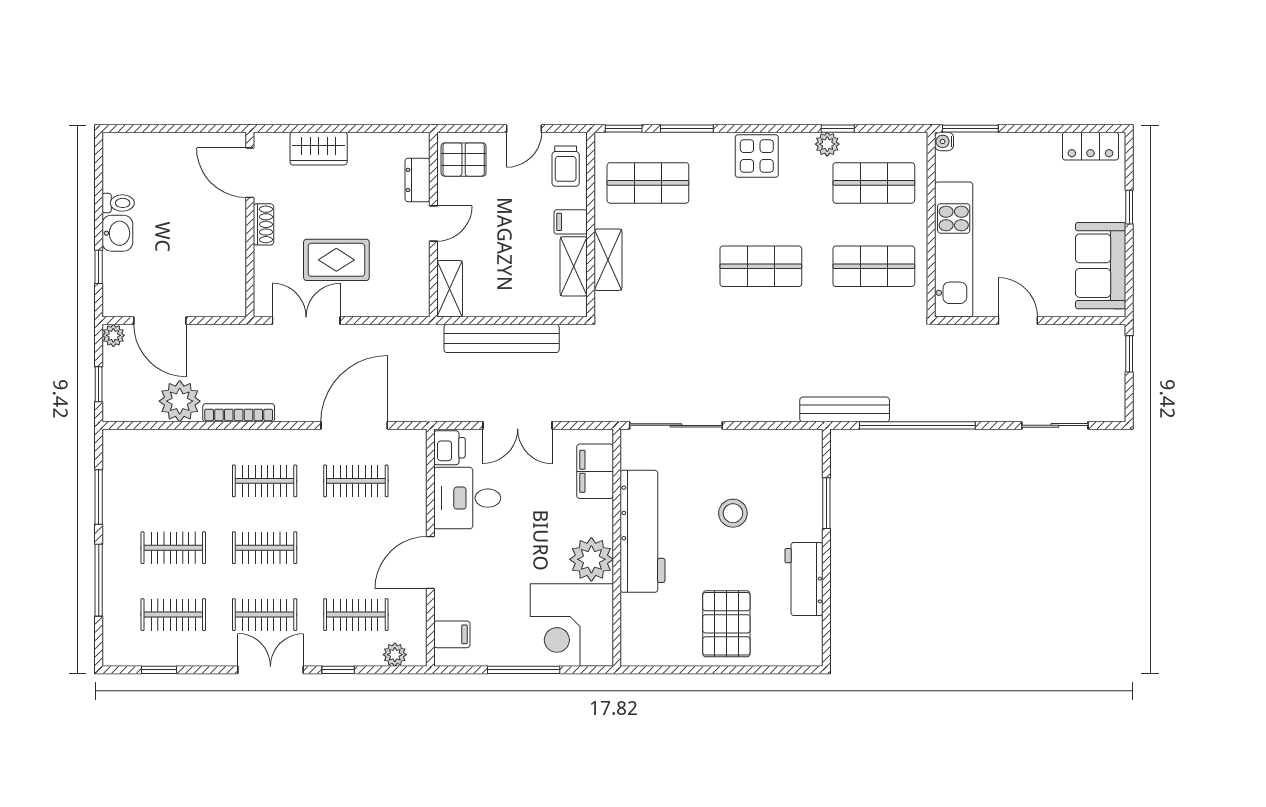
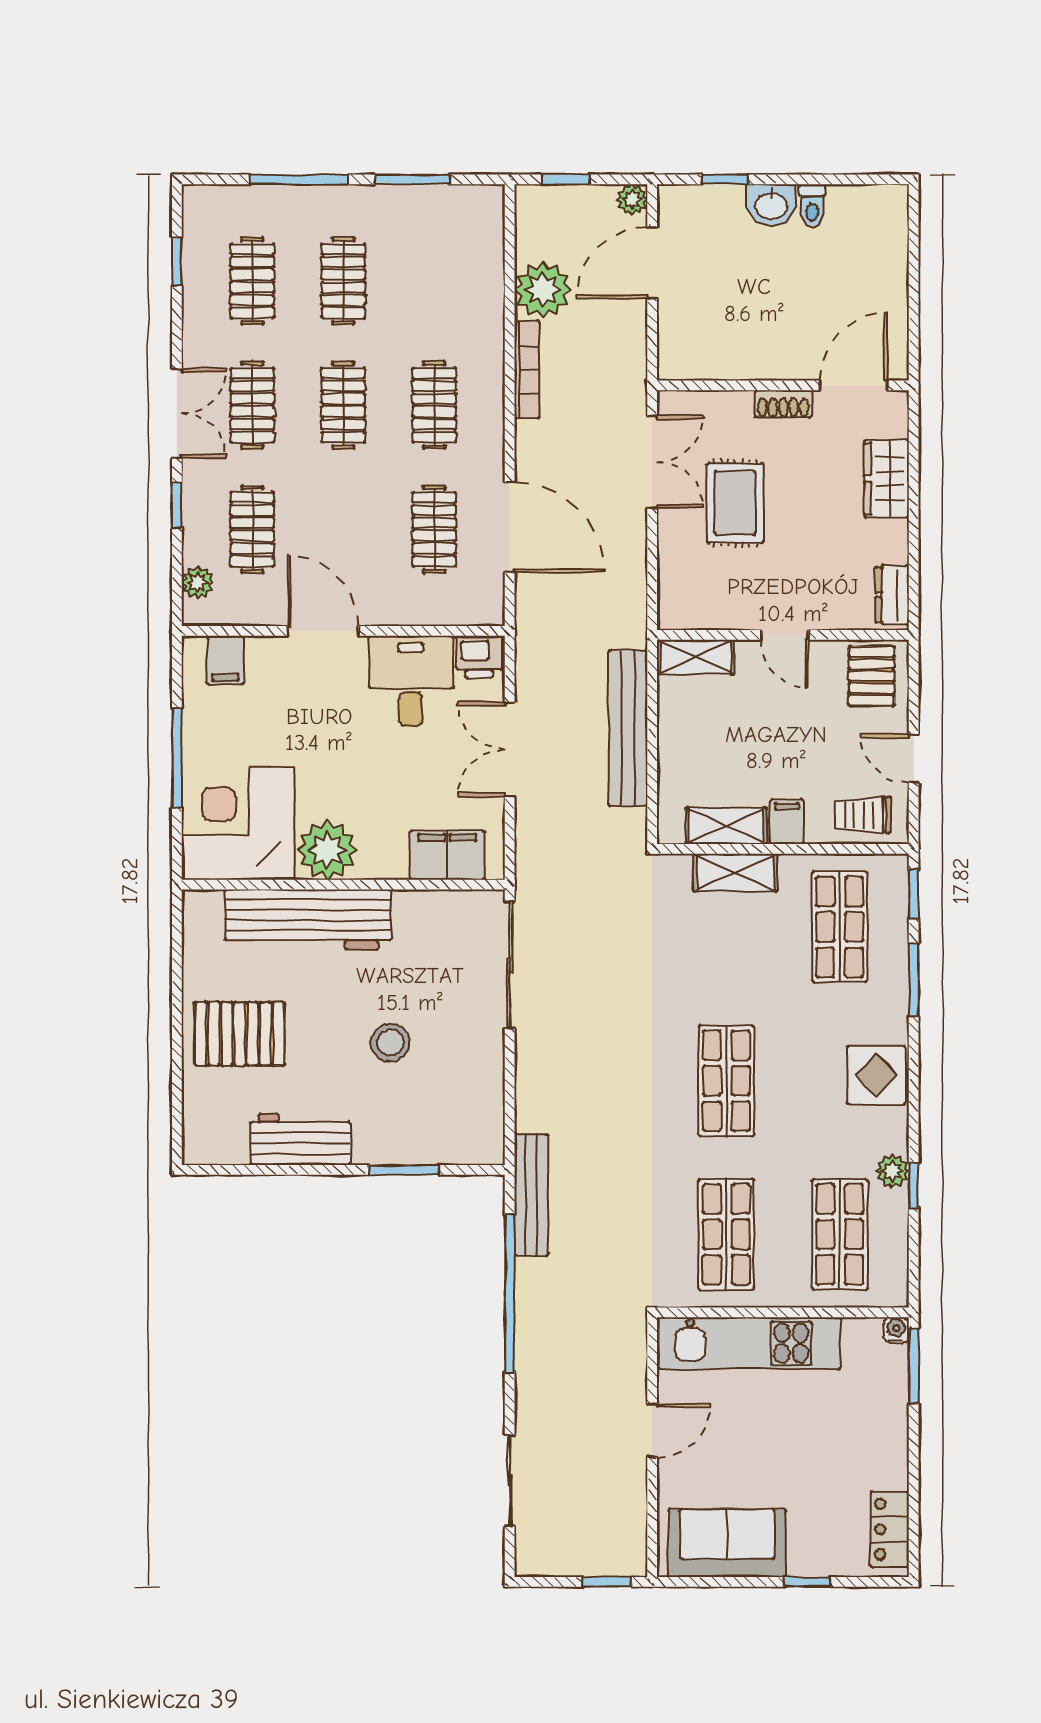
dresser: (418, 180) -> (892, 595), moved, turned -90
workbench: (643, 531) -> (308, 920), moved

